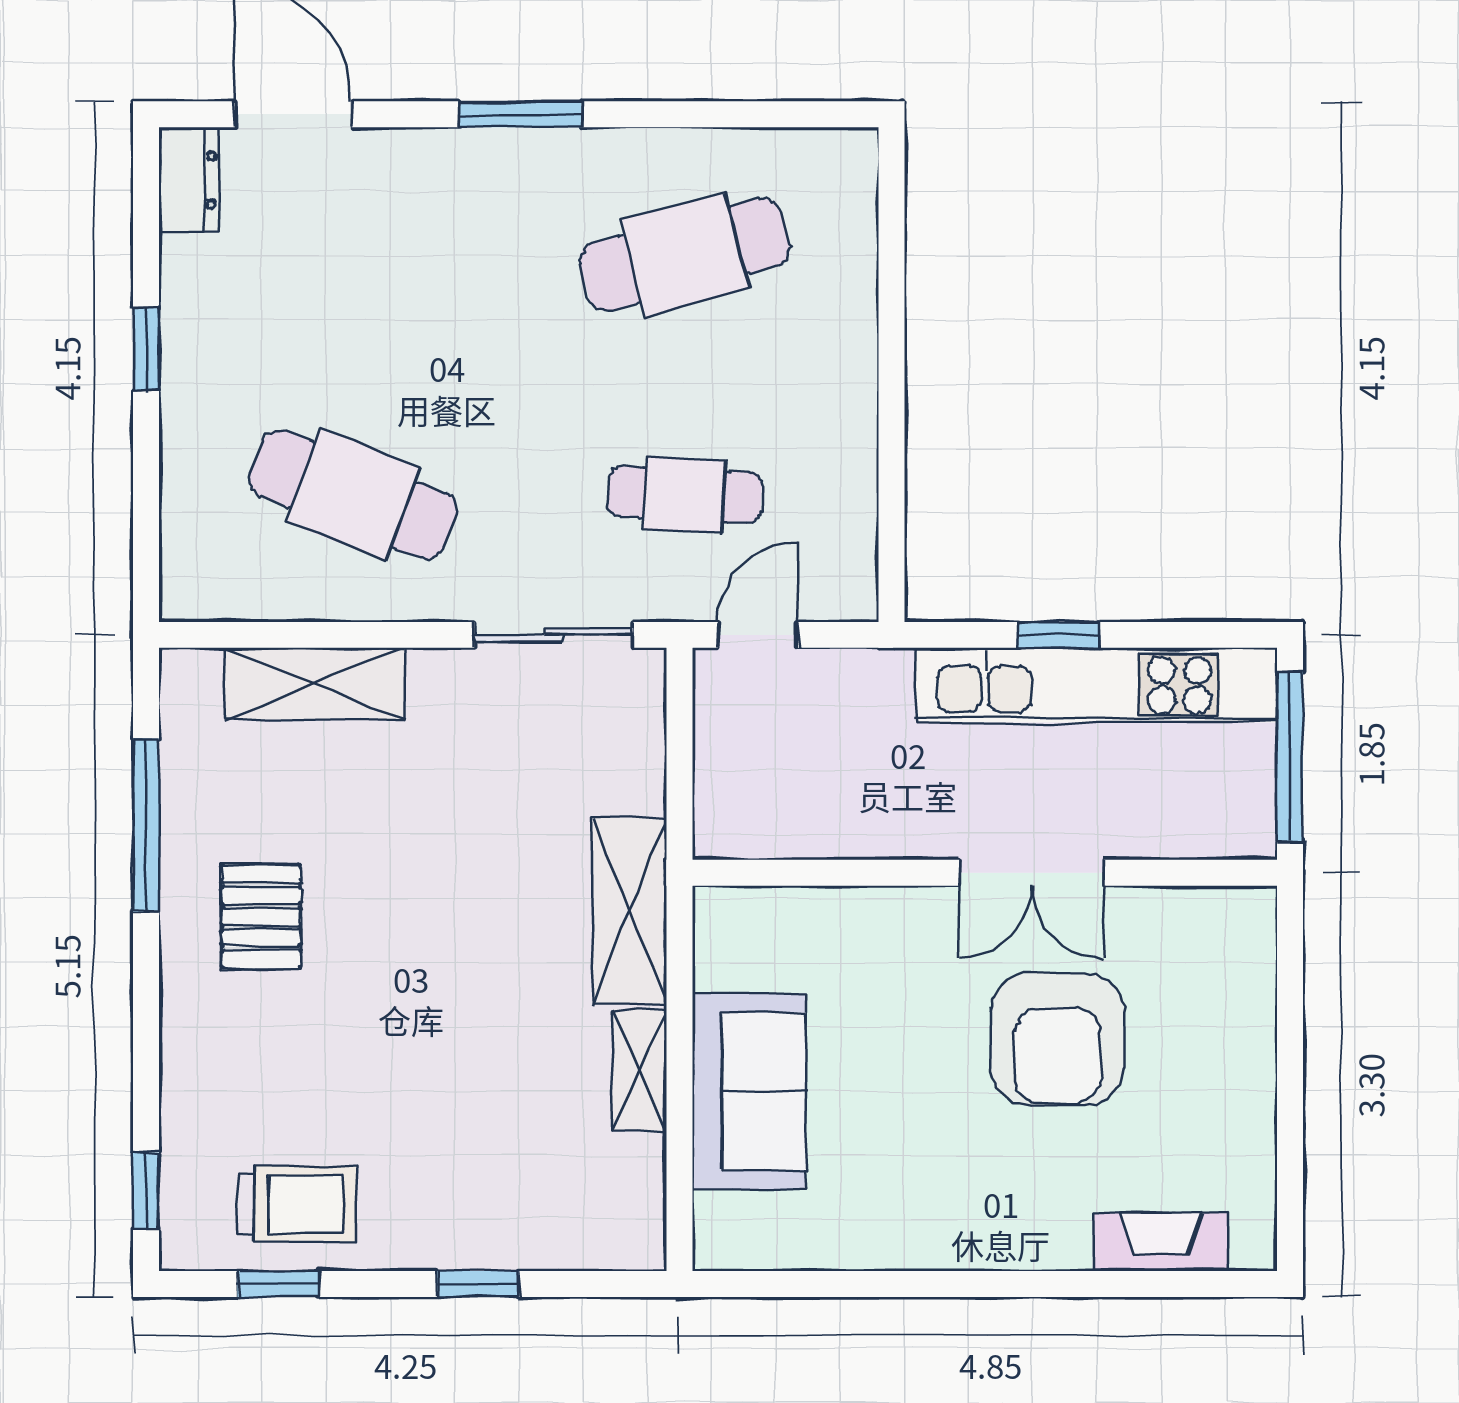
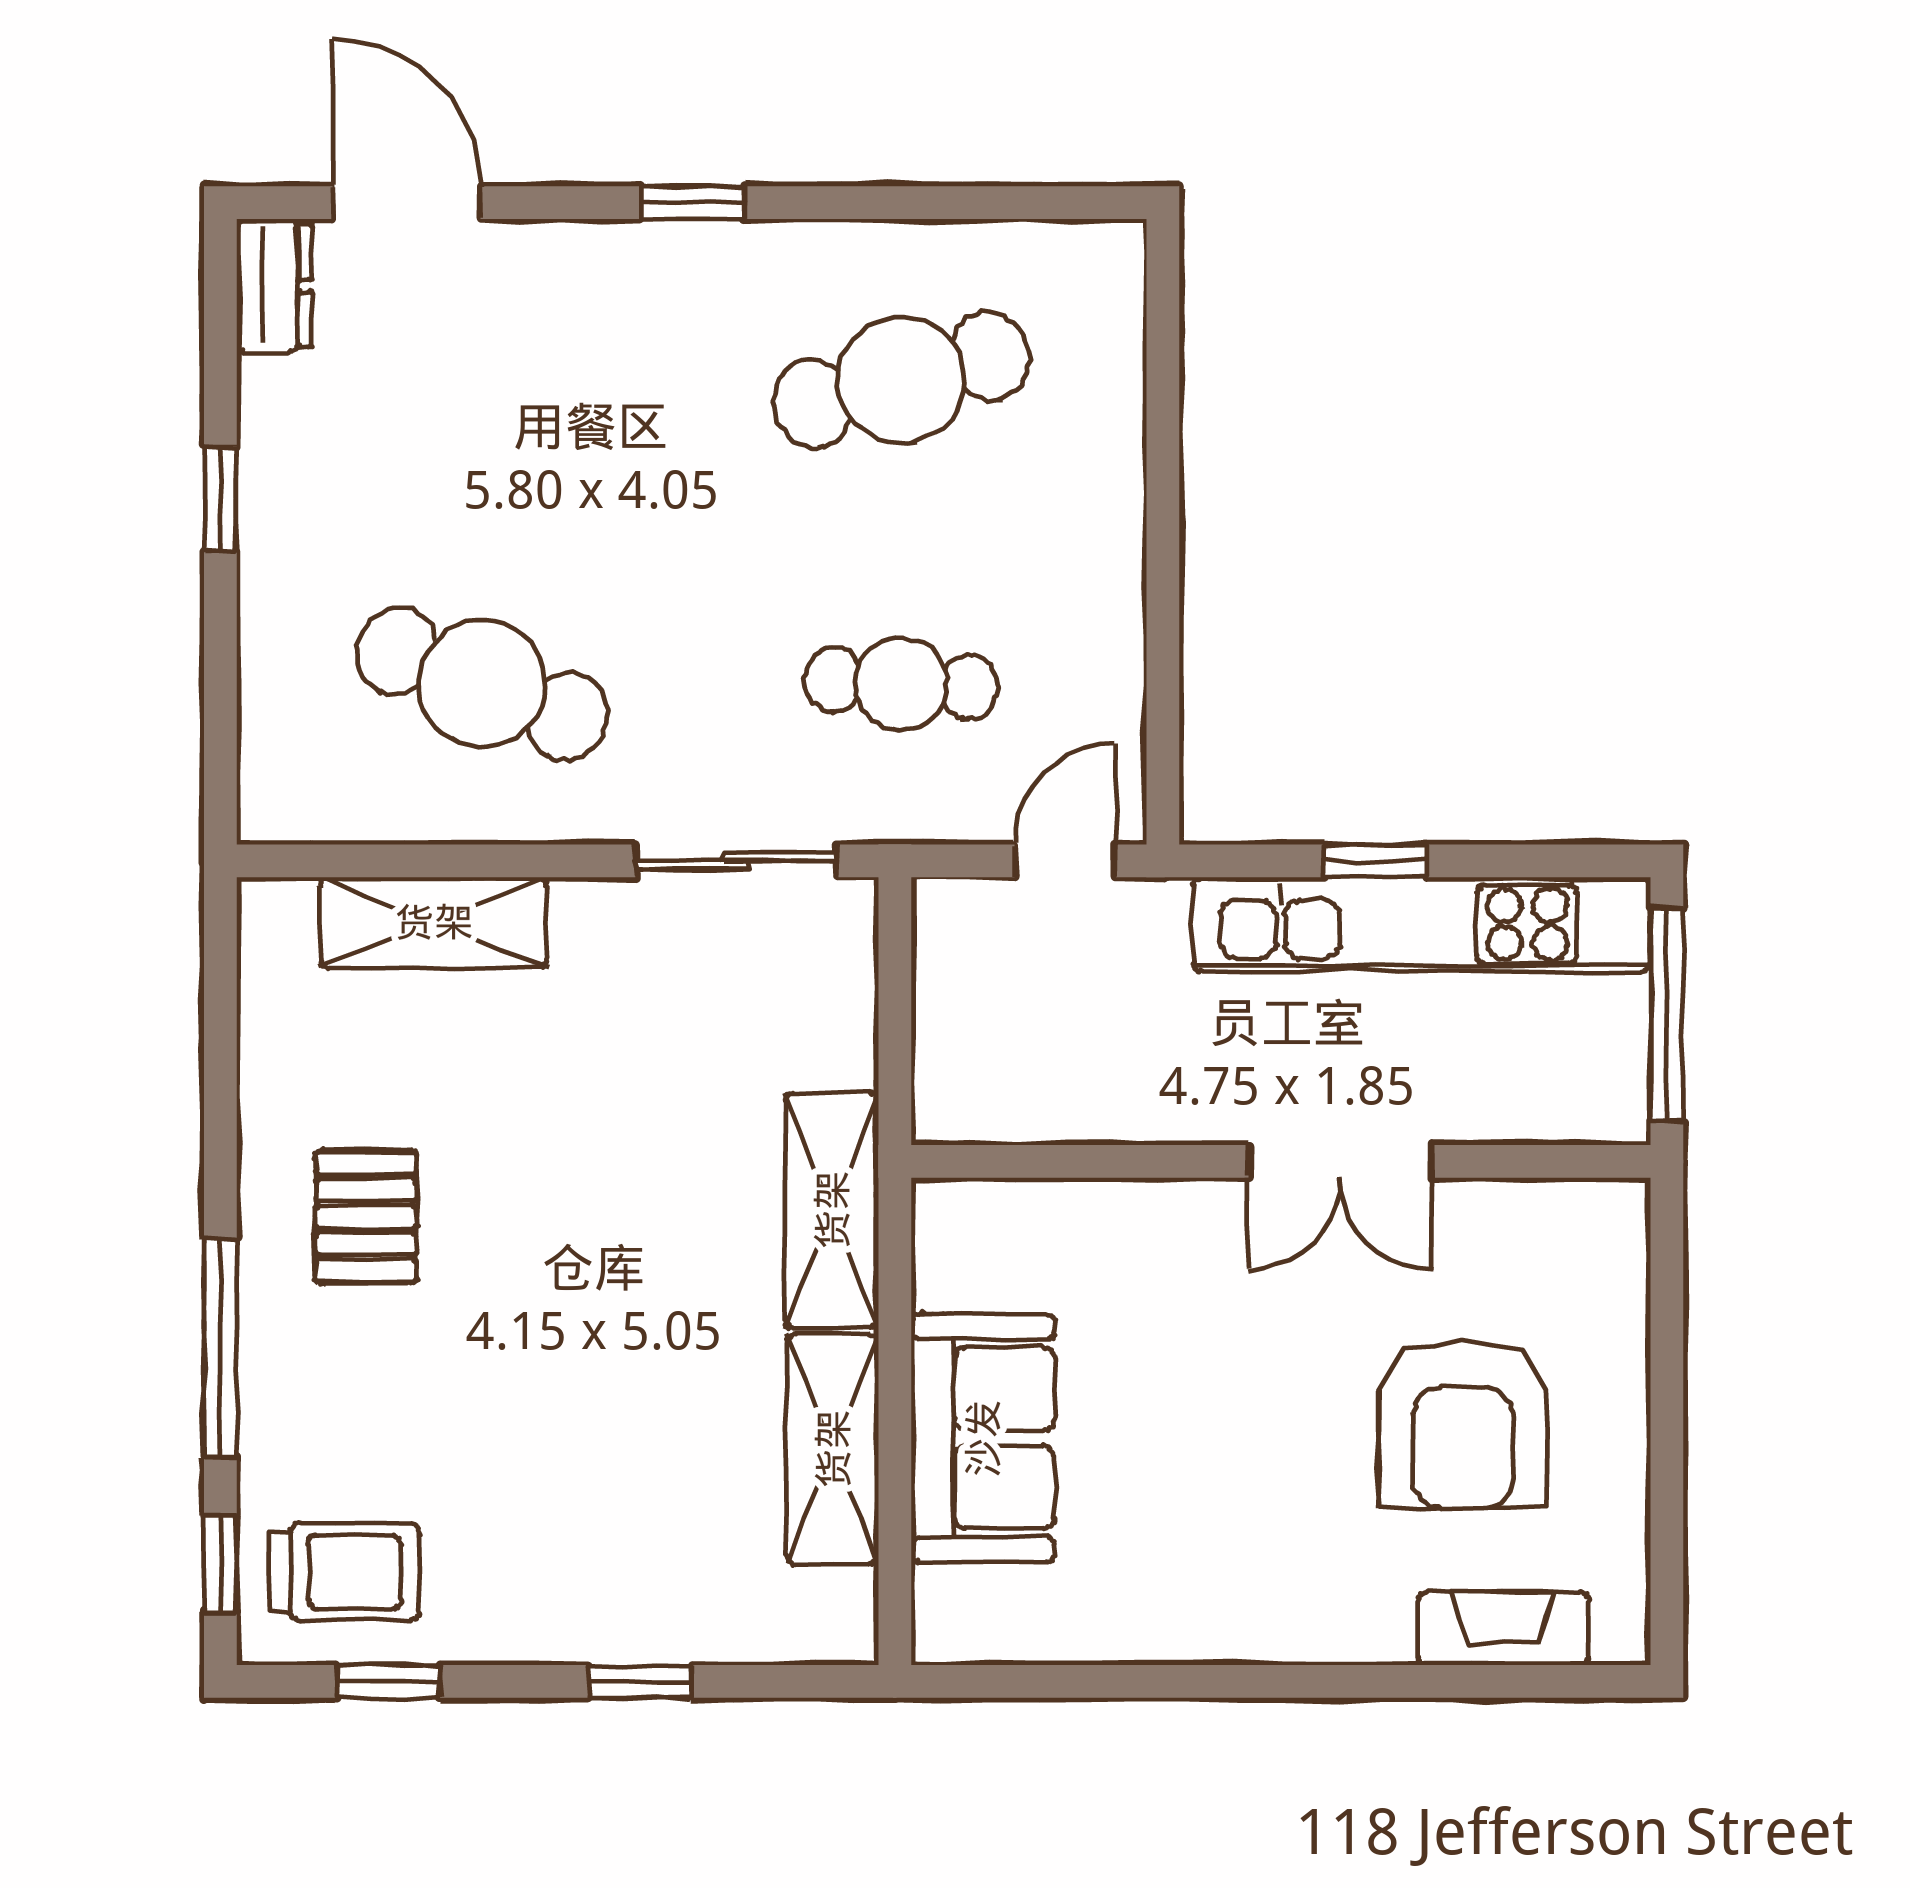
window: (520, 114) -> (693, 203), width x0.67
door: (758, 635) -> (1065, 861), moved
window: (146, 825) -> (220, 1348), moved
armchair: (1057, 1039) -> (1463, 1424), moved
shelving: (639, 1070) -> (833, 1449), width x1.50, depth x1.33
trolley: (297, 1204) -> (344, 1572), moved

